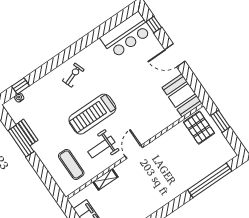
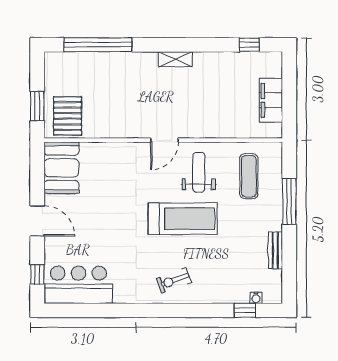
window: (21, 141) -> (289, 201), moved
weight bench: (101, 147) -> (199, 172), turned -90
shelving: (105, 179) -> (175, 59), moved

